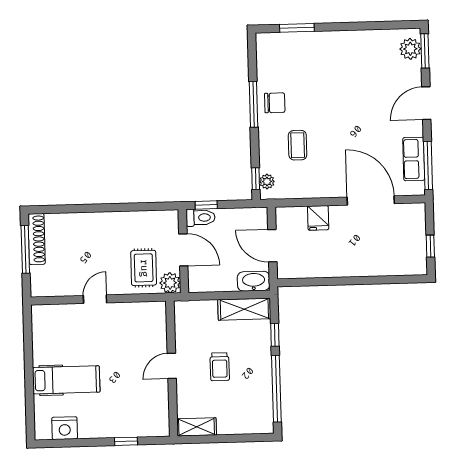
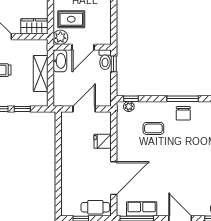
cafe table: (413, 226) -> (95, 207), added
washbasin: (254, 281) -> (60, 61), moved
shelving: (244, 309) -> (41, 73), moved
wardrobe: (155, 321) -> (34, 26), added

